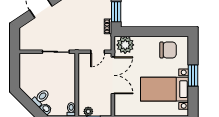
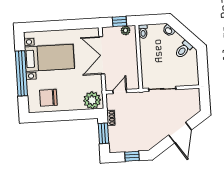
double door: (113, 75) -> (102, 55), moved
window: (193, 76) -> (21, 73), width x2.11
toilet: (41, 98) -> (183, 49), moved

